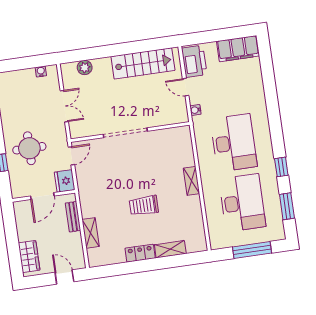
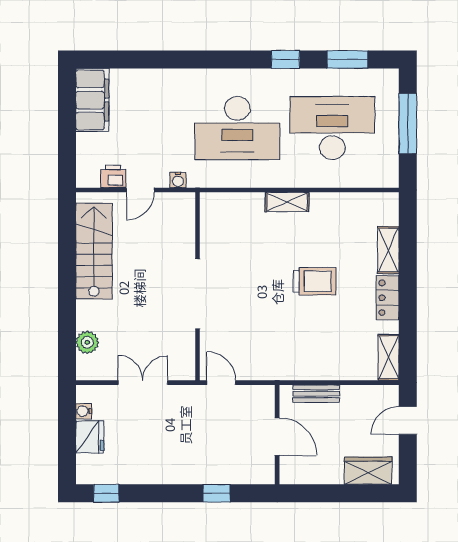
printer: (194, 61) -> (113, 176), width x0.53, depth x0.68
desk: (234, 143) -> (237, 128), turned 180
round table: (29, 148) -> (200, 446), removed
fridge: (65, 181) -> (90, 437), moved, turned -90
trolley: (144, 206) -> (315, 281), turned -90
shelving: (91, 233) -> (389, 357), moved, turned 90

